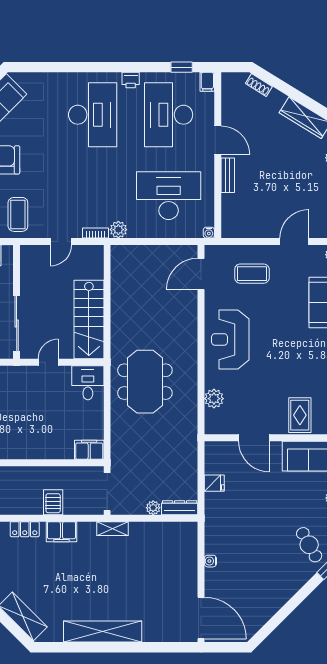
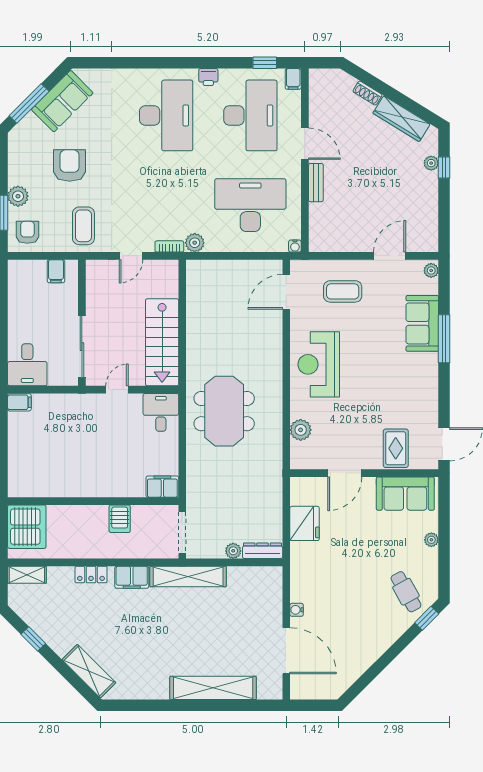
shoe rack: (259, 85) -> (367, 93), moved
desk: (169, 115) -> (250, 115), turned 180
door: (254, 438) -> (345, 473), hinge flipped
fridge: (214, 483) -> (305, 523), width x1.88, depth x1.34
server rack: (53, 502) -> (120, 519), moved, turned 180
shelving: (112, 529) -> (188, 576), width x2.20, depth x1.33
door: (201, 618) -> (286, 651), moved
shelving: (103, 632) -> (213, 688), moved

